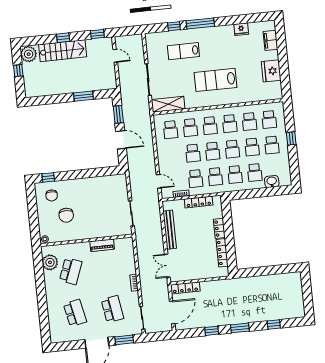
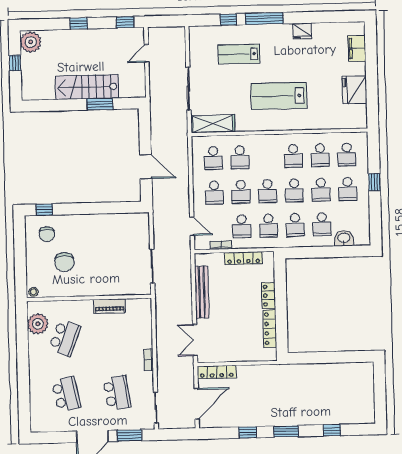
fridge: (241, 29) -> (302, 31), moved
stairs: (63, 51) -> (87, 87), moved, turned 180
door: (115, 56) -> (147, 53), swing flipped
window: (118, 114) -> (145, 132), removed
school desk: (210, 126) -> (214, 193), moved

